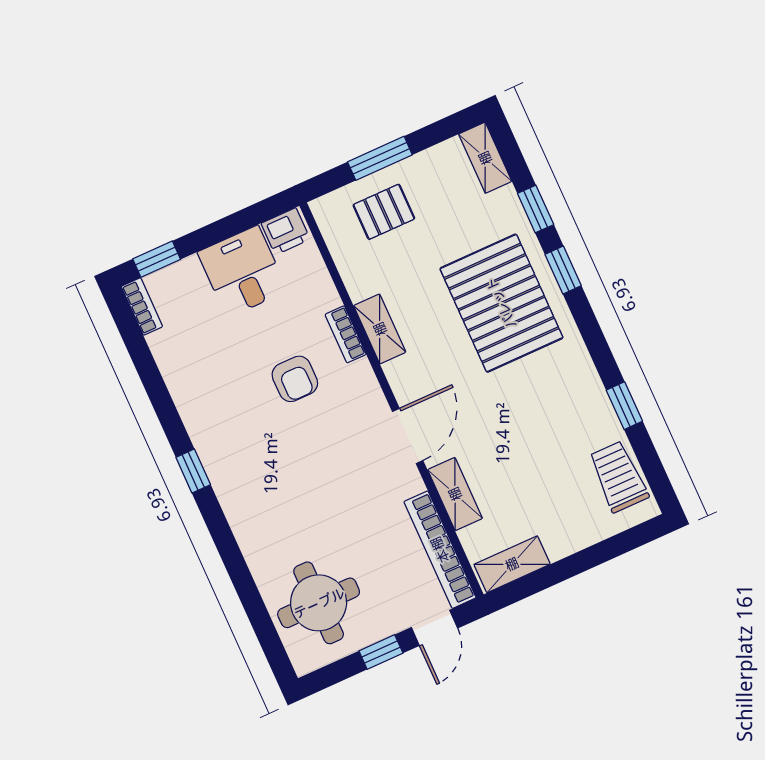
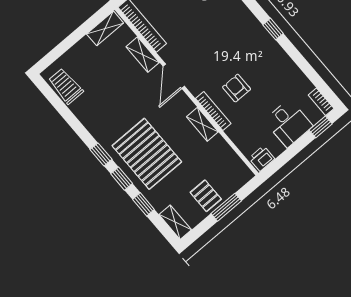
pallet: (384, 212) -> (206, 196), moved, turned 90
desk: (242, 272) -> (288, 123), moved
bookcase: (346, 334) -> (213, 111), width x1.56
window: (624, 406) -> (101, 154), moved
trolley: (618, 477) -> (66, 86), turned 180

